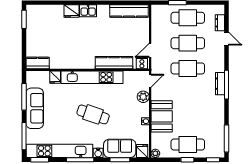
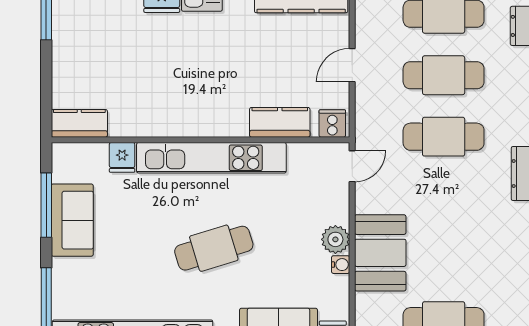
door: (150, 50) -> (352, 65), moved
kitchen counter: (114, 63) -> (280, 122), width x0.67
plant: (143, 97) -> (335, 239), moved
sofa: (35, 108) -> (72, 220), width x0.73
cafe table: (93, 114) -> (214, 248), turned -36

